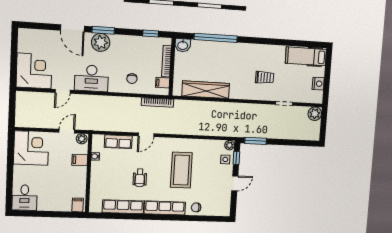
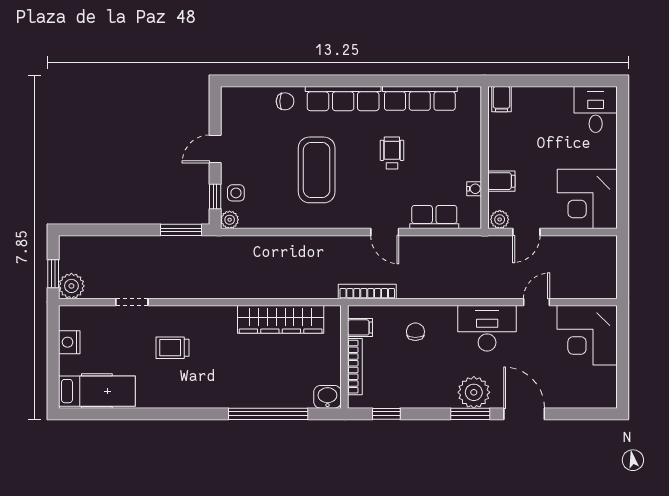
window: (324, 121) -> (53, 274), added
door: (146, 135) -> (385, 232), swing flipped

